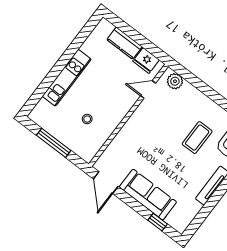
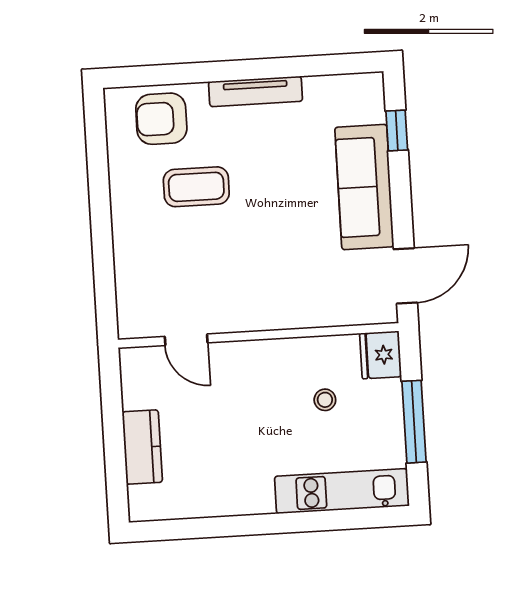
fridge: (146, 60) -> (381, 355), moved, turned 180
kitchen unit: (67, 78) -> (342, 491), moved
plant: (175, 81) -> (133, 306), removed

